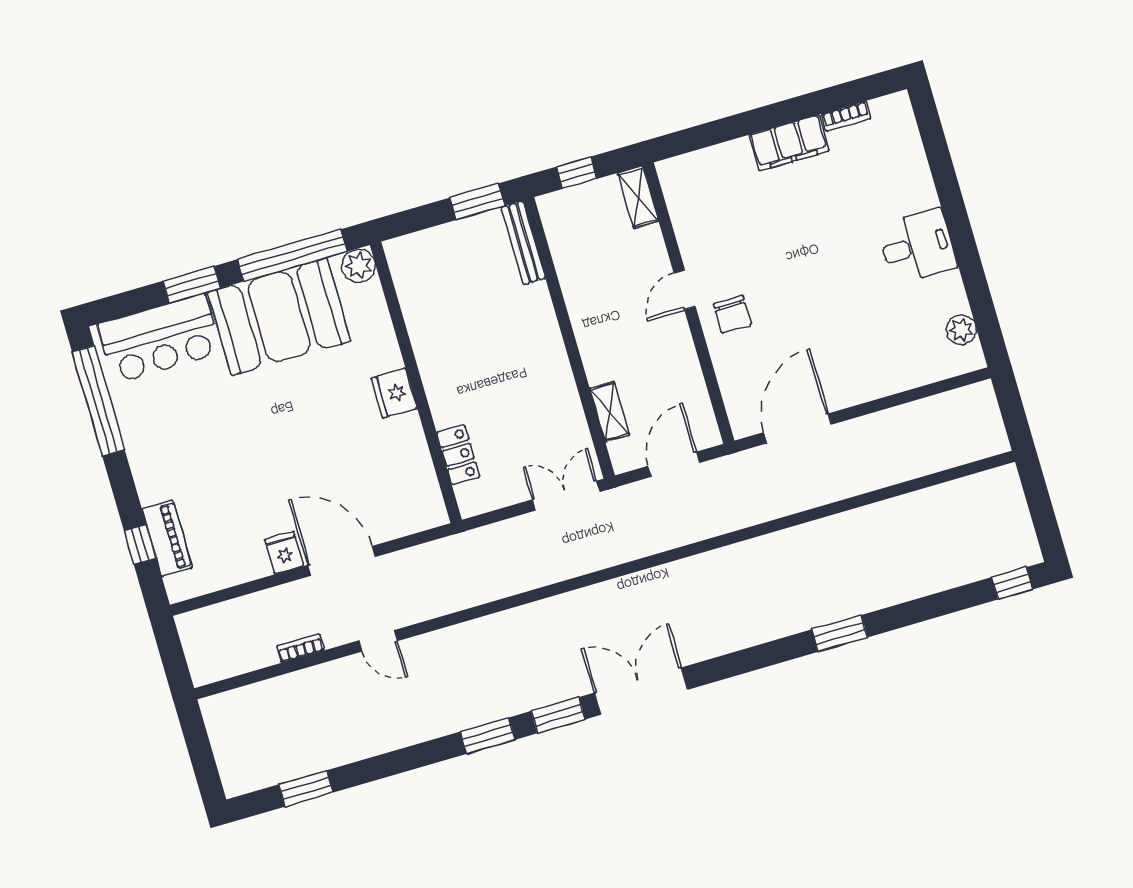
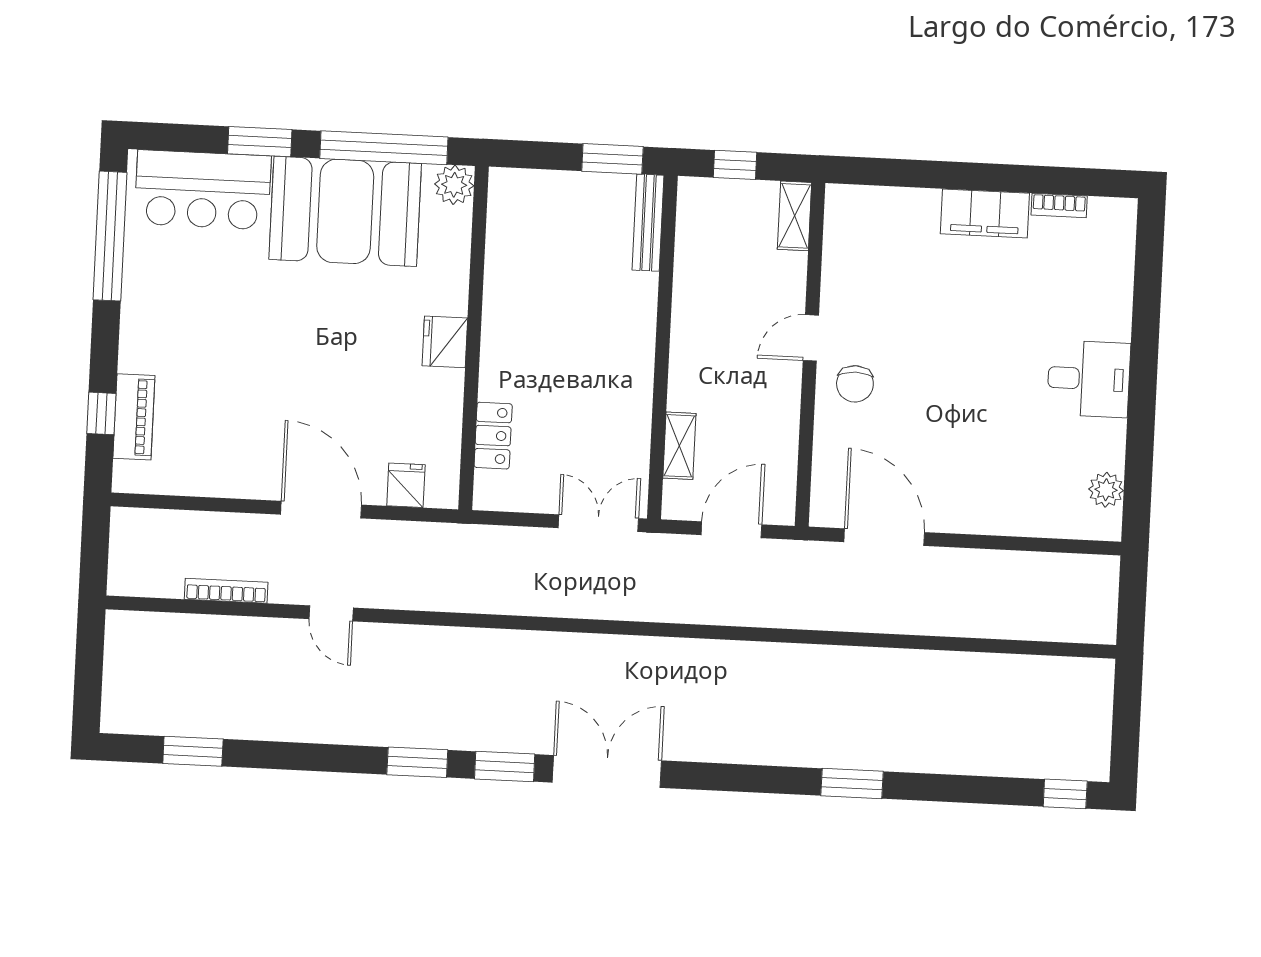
door: (798, 428) -> (884, 537), hinge flipped
fridge: (284, 553) -> (406, 485), moved
bookcase: (300, 648) -> (226, 591), width x1.56

